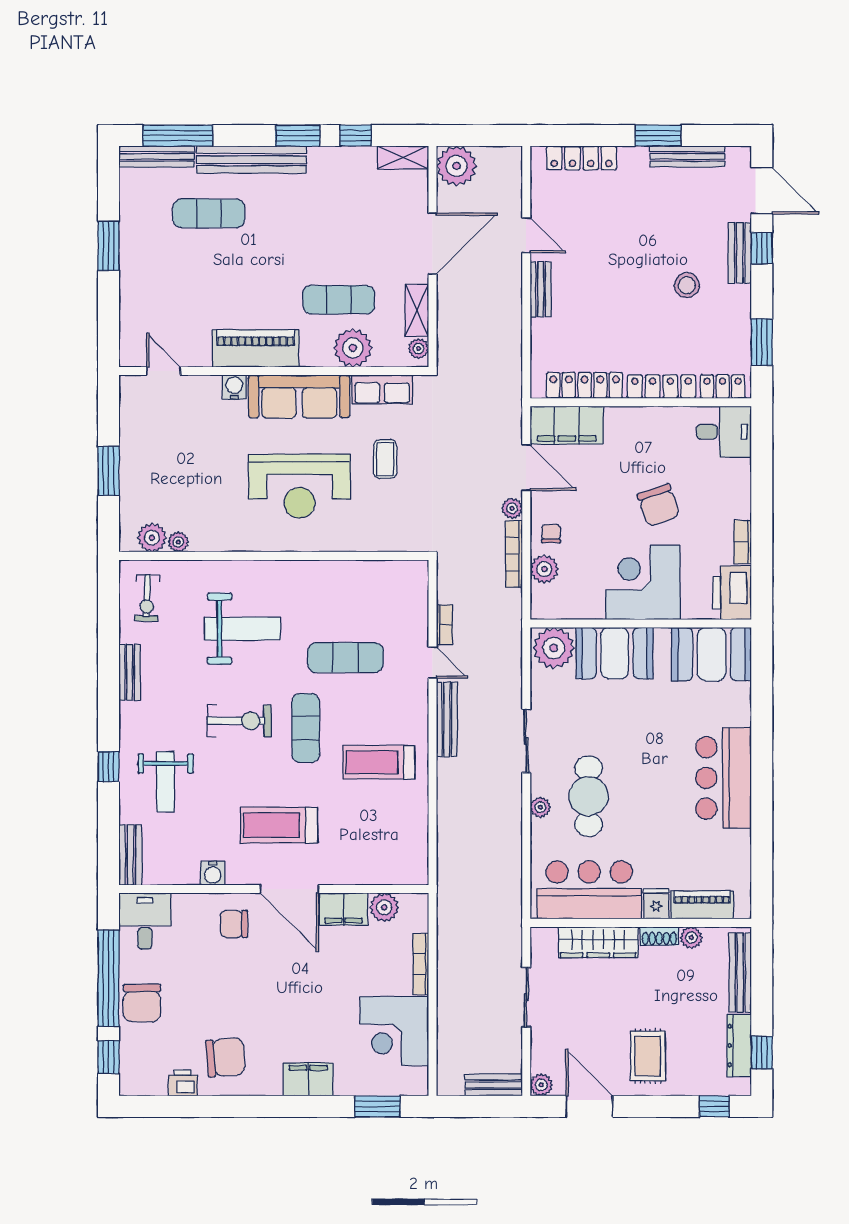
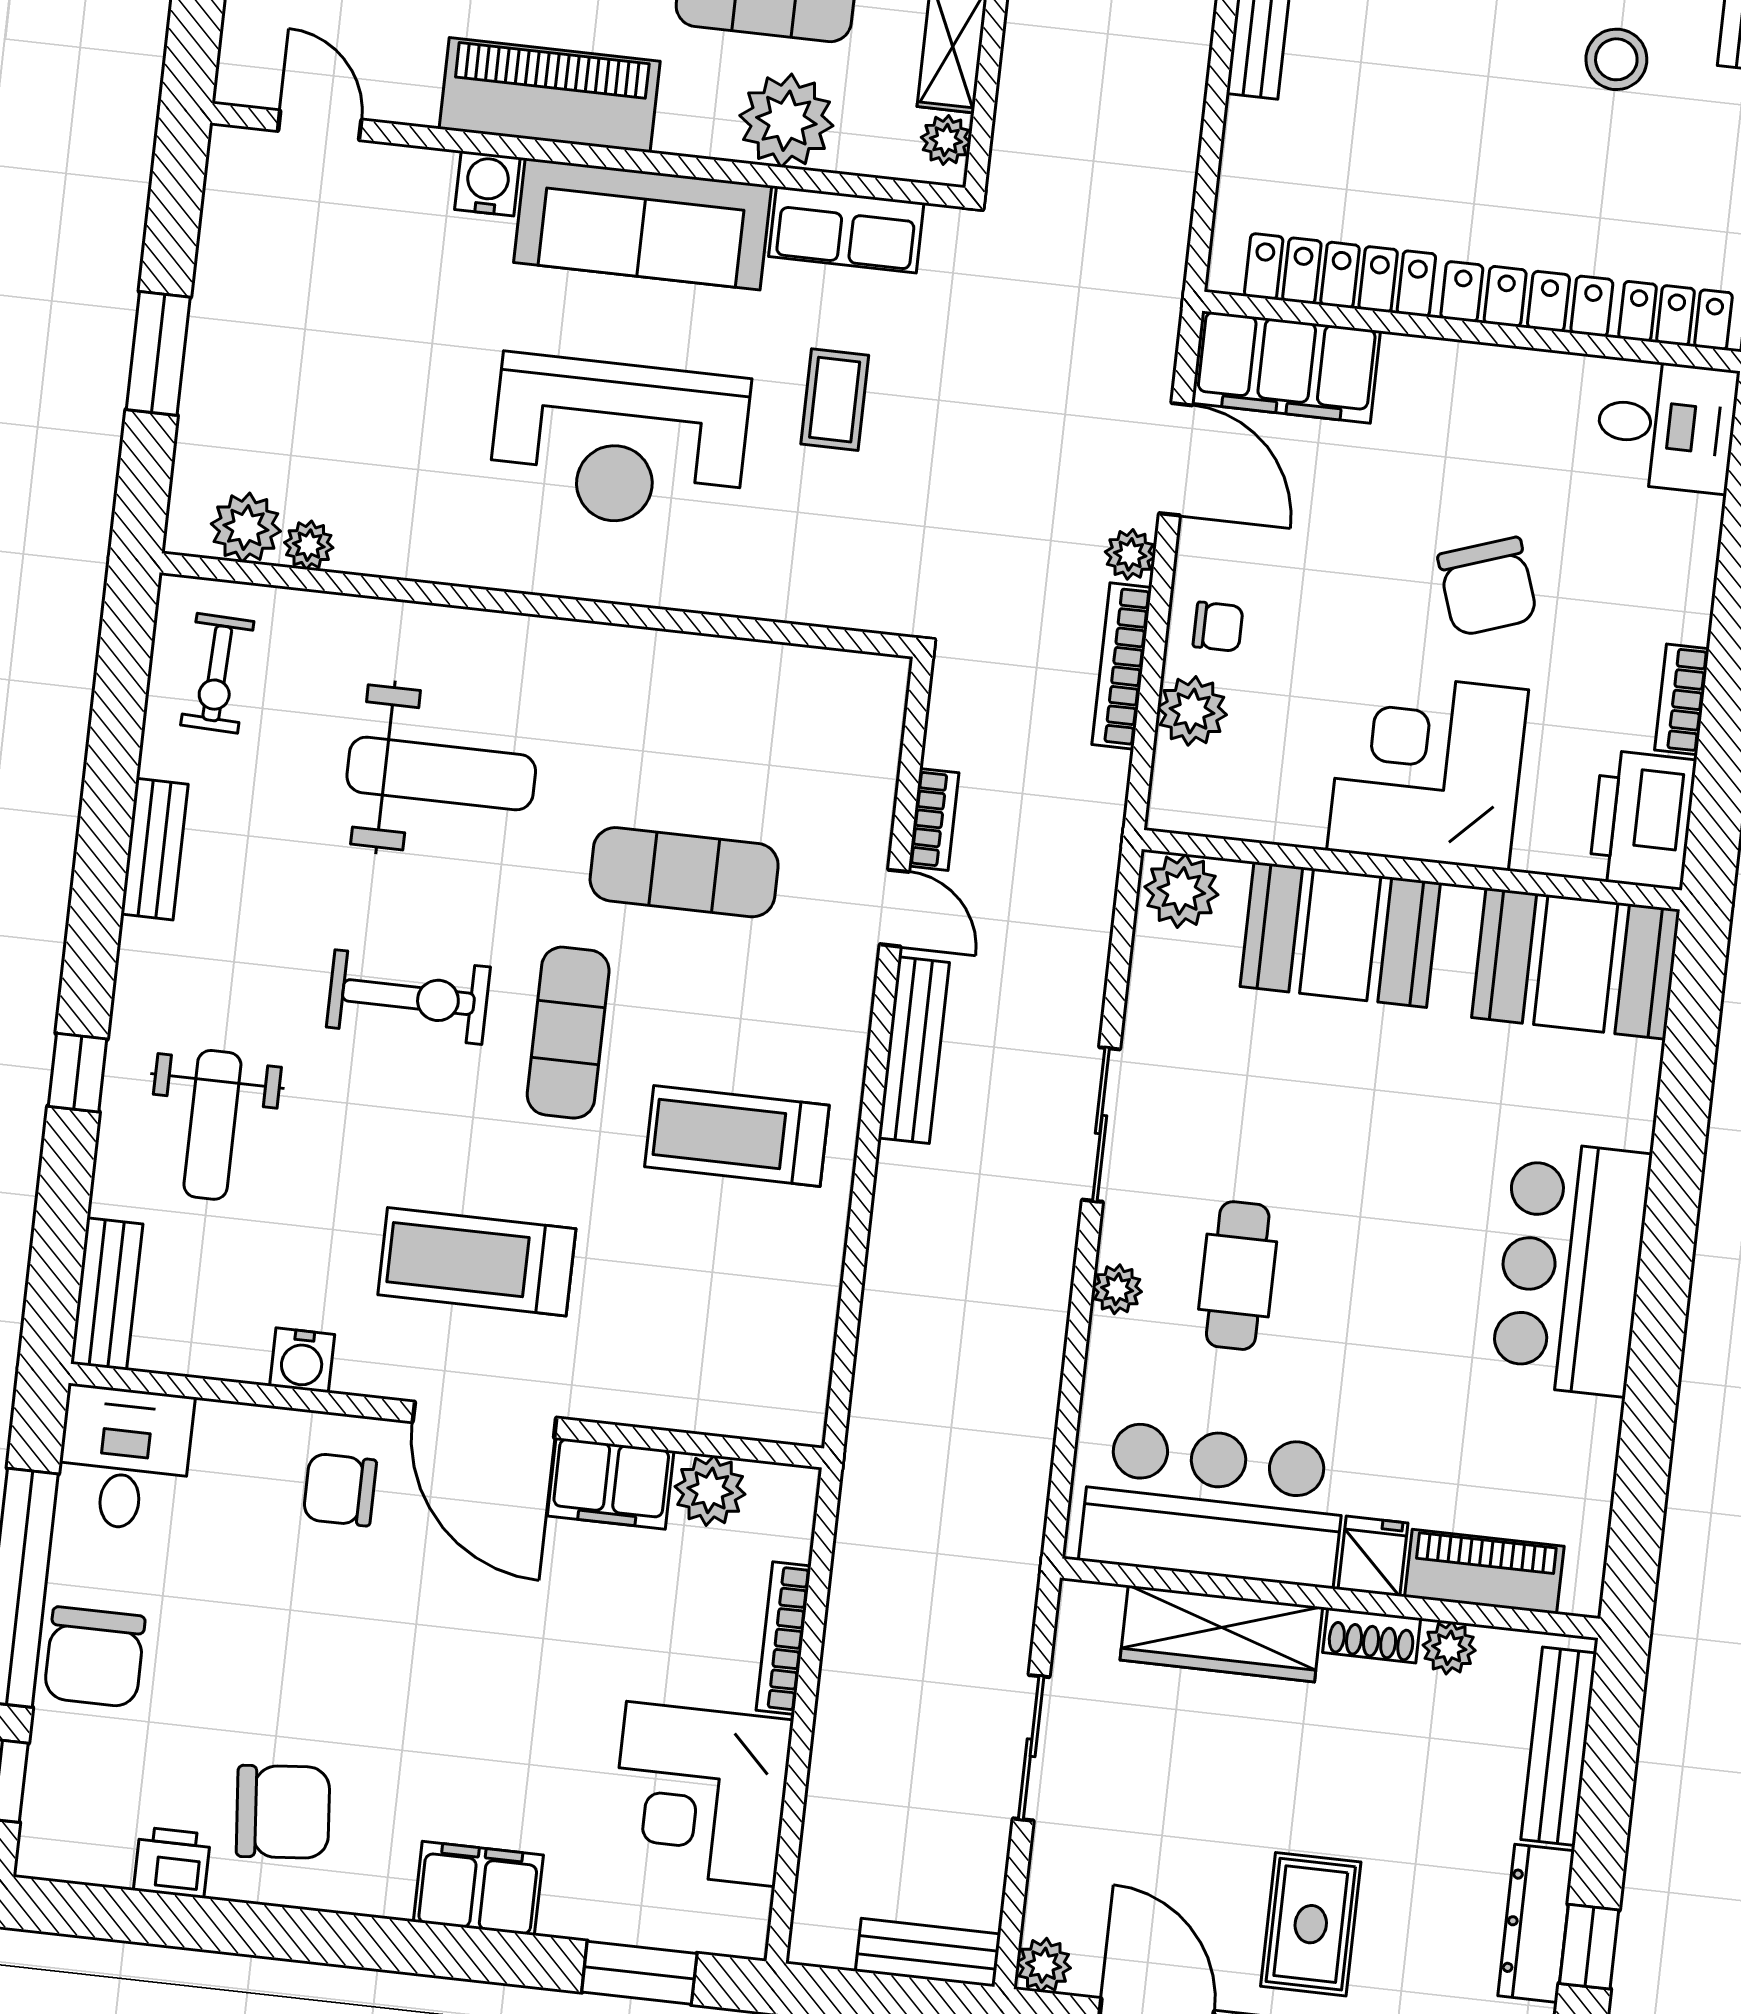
chair: (551, 534) -> (1218, 627), turned 90
plant: (554, 648) -> (1181, 891), width x0.73, depth x0.73
cafe table: (589, 796) -> (1238, 1276), width x0.73, depth x0.74

